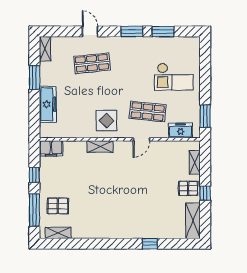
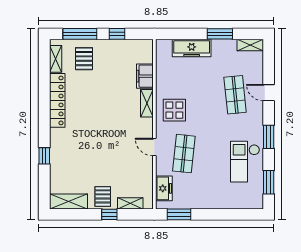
door: (90, 31) -> (269, 93), swing flipped
window: (163, 31) -> (269, 182), moved
checkout: (174, 77) -> (245, 162), moved
filing cabinet: (51, 148) -> (145, 76), moved
window: (205, 193) -> (109, 214), moved
locker: (97, 231) -> (57, 100), added

